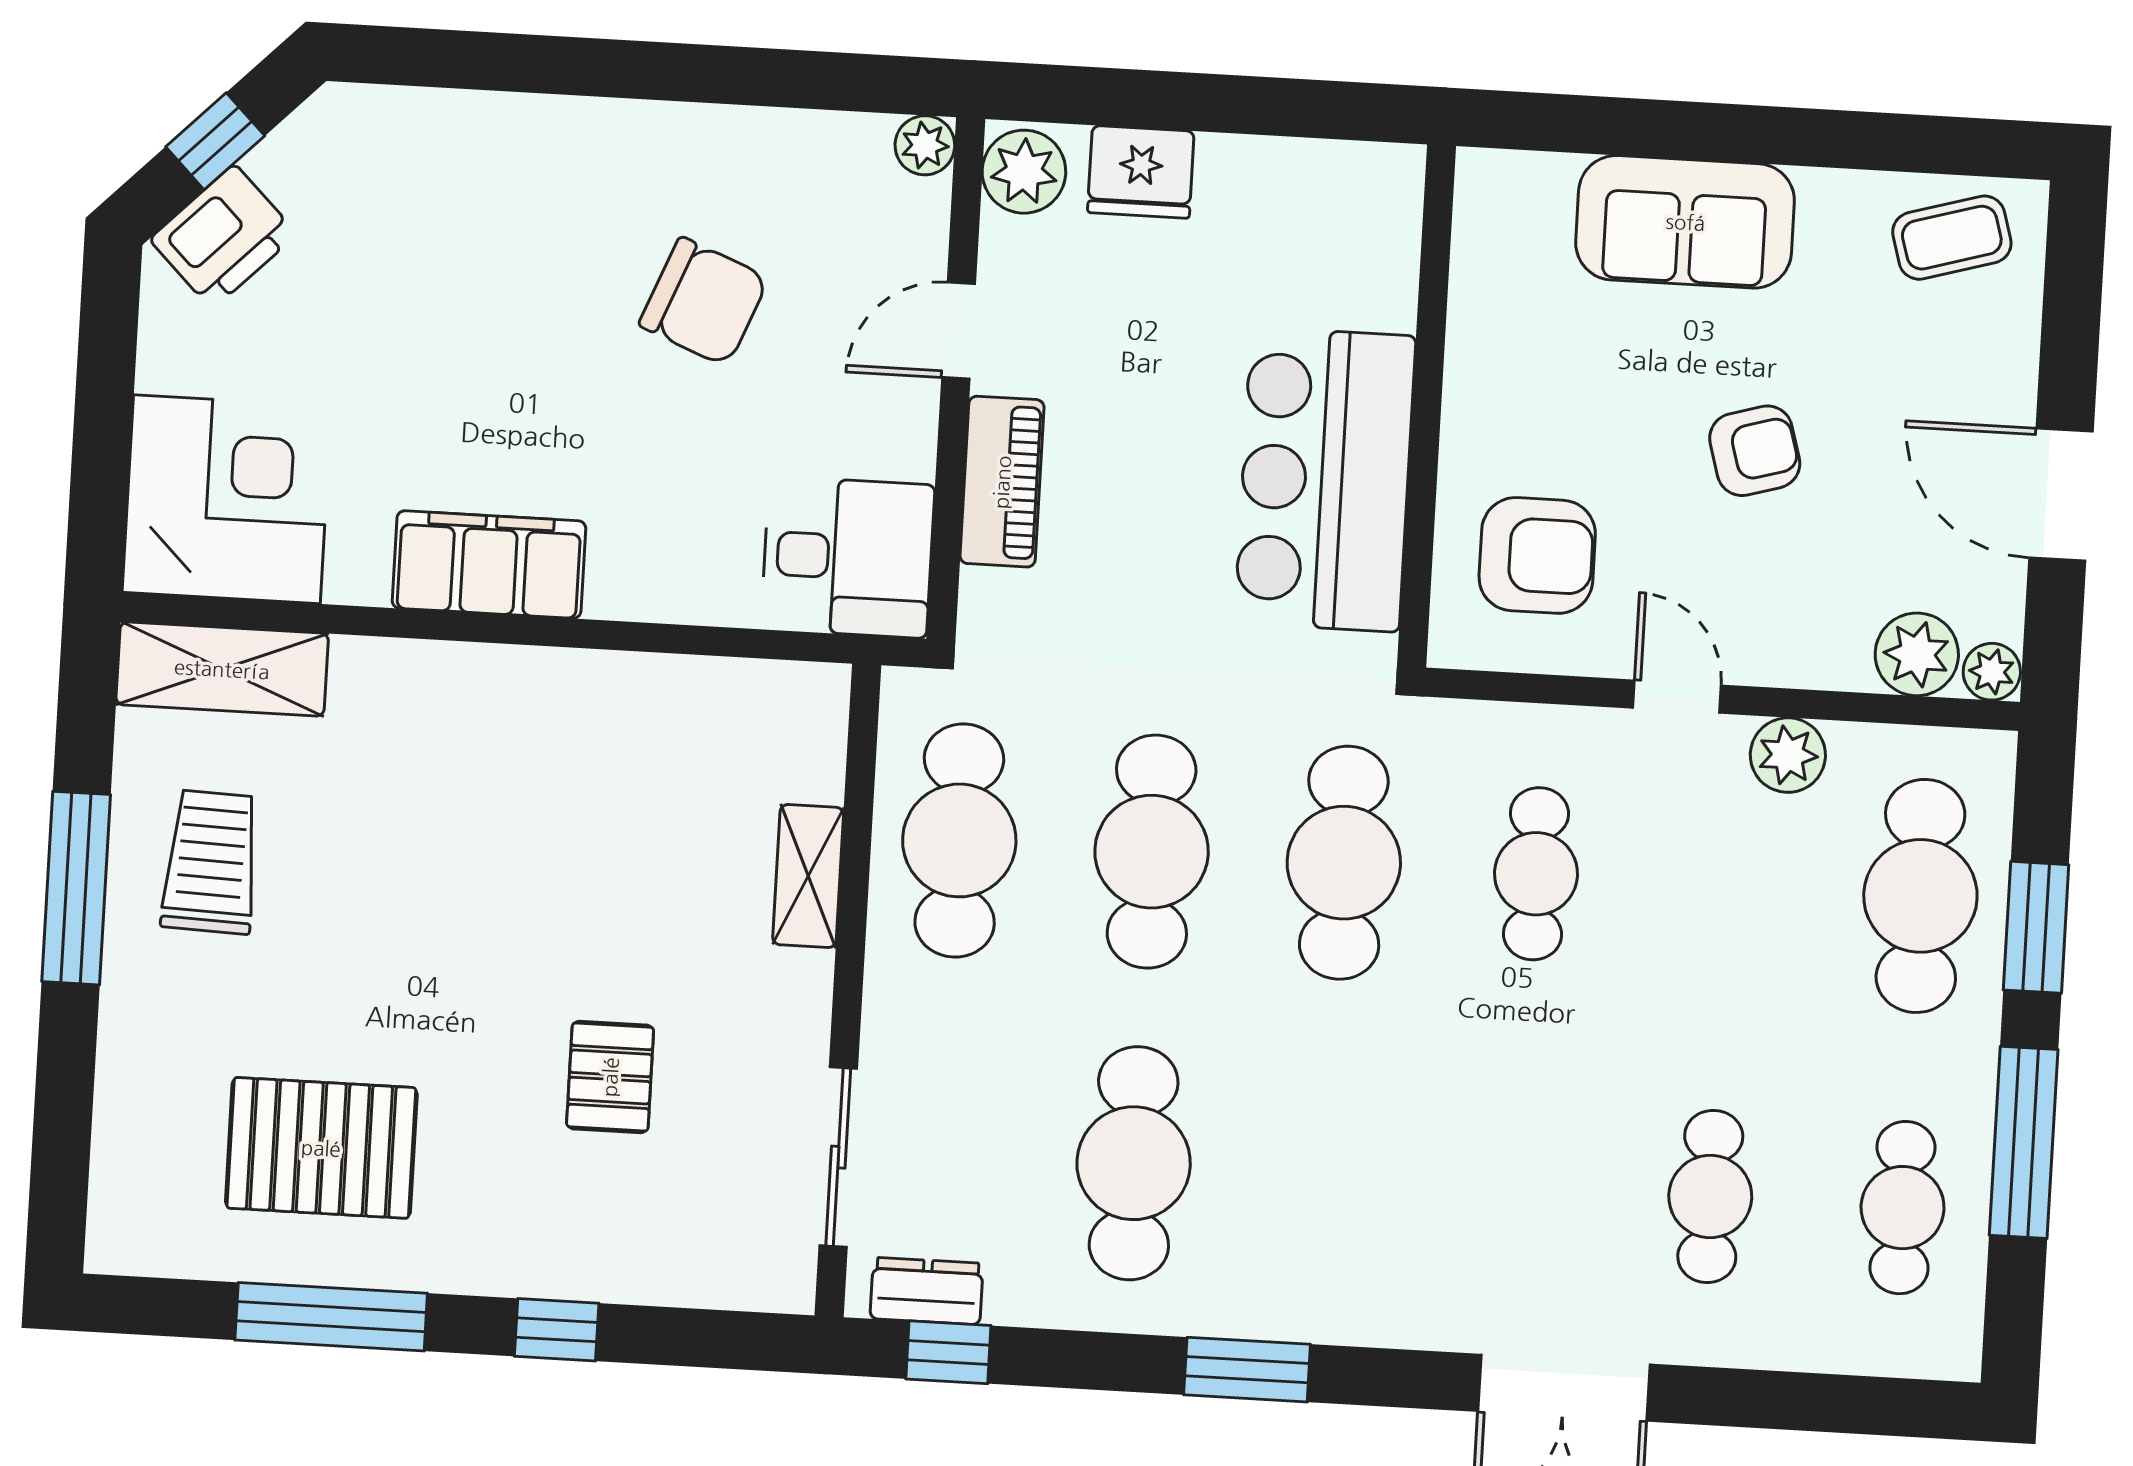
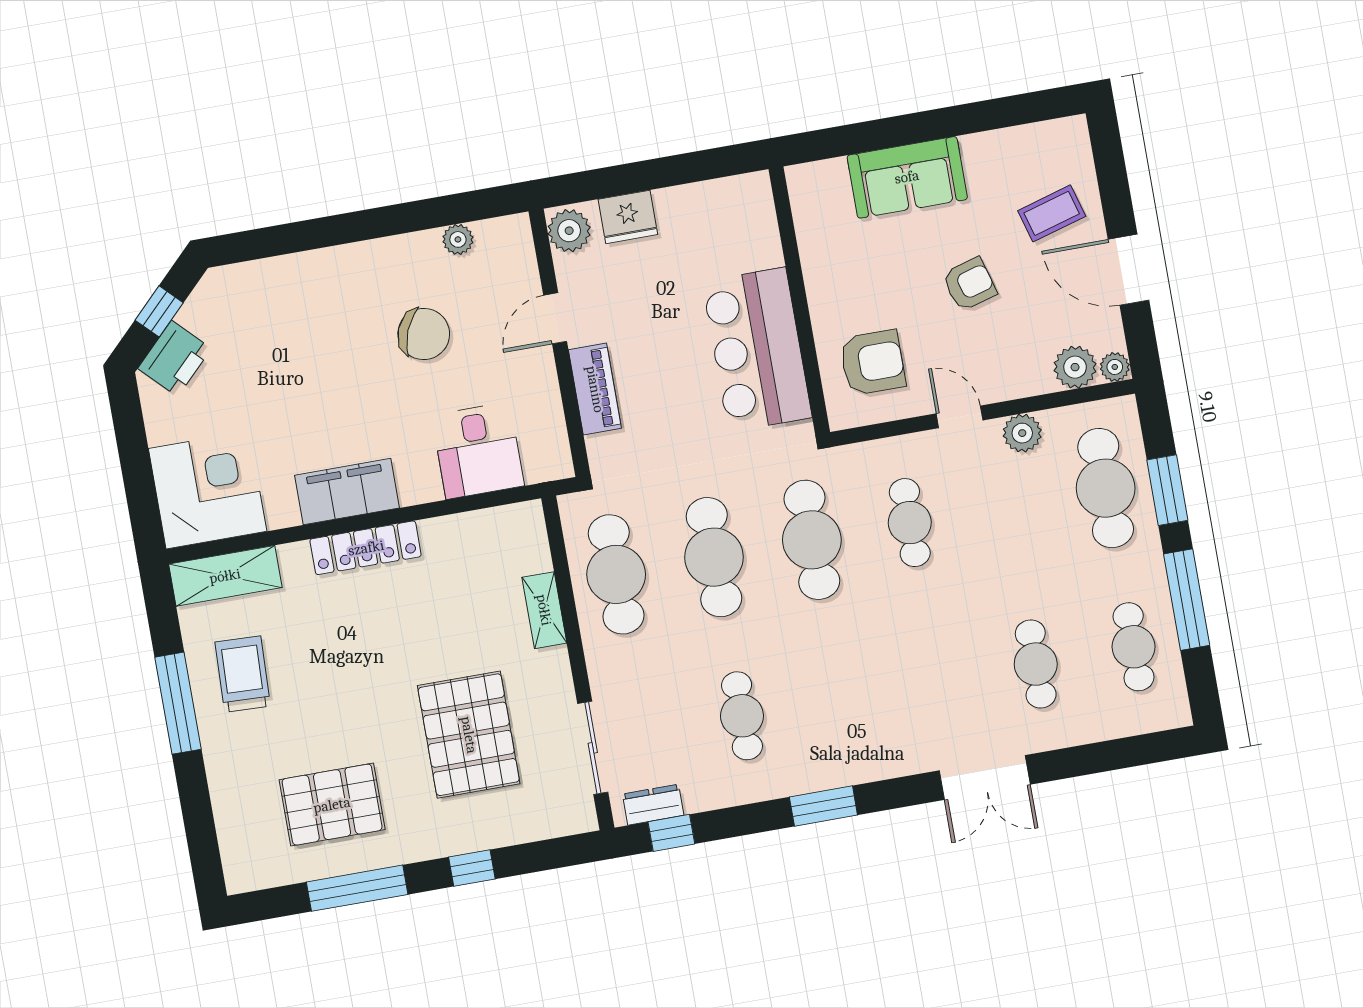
plant: (925, 145) -> (458, 239), moved
coffee table: (1952, 238) -> (1052, 213), moved
desk: (848, 557) -> (478, 451), moved, turned 90
locker: (499, 679) -> (366, 548), added
pallet: (610, 1077) -> (469, 735), width x2.05, depth x2.00
cafe table: (1134, 1163) -> (742, 716), width x0.73, depth x0.74

